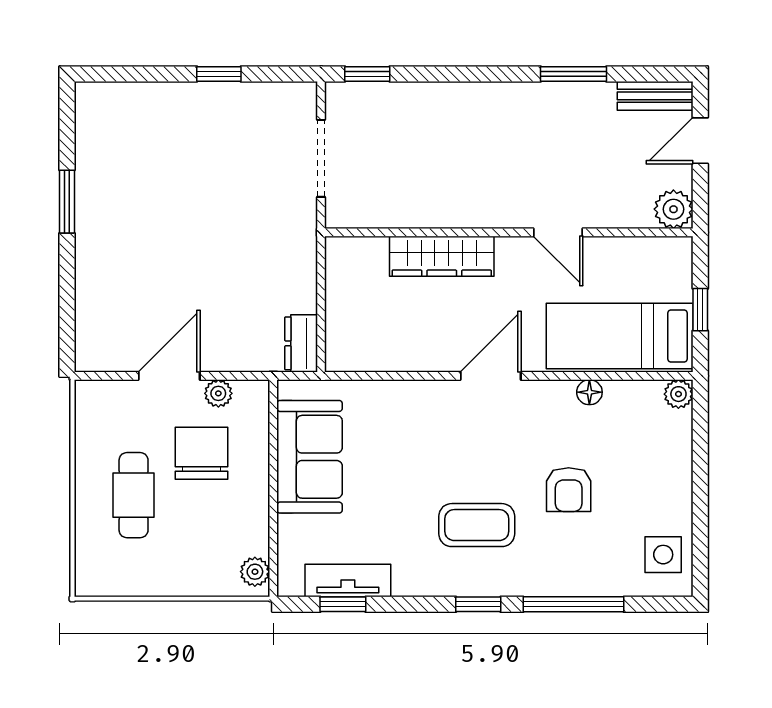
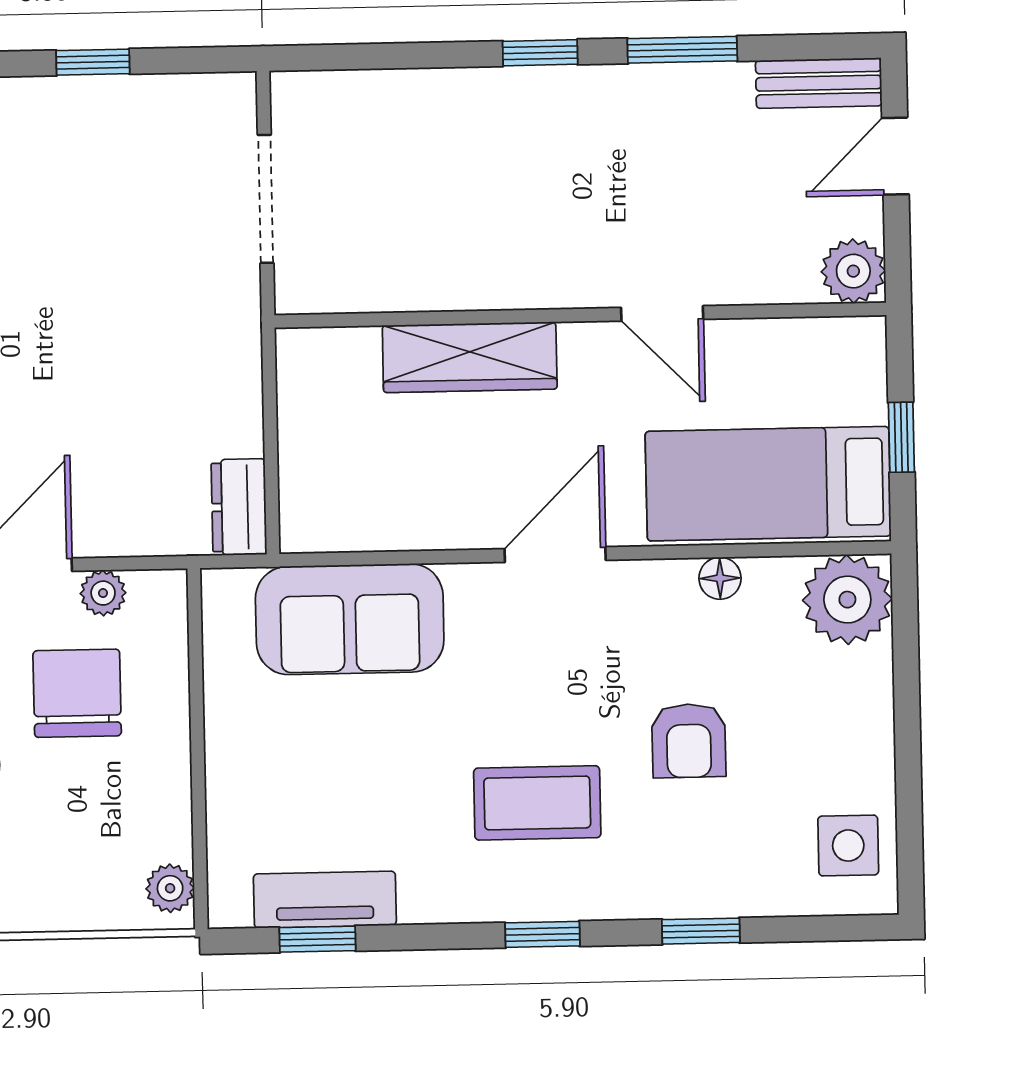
window: (367, 74) -> (540, 53), moved
plant: (678, 394) -> (847, 600), width x1.88, depth x1.88
sofa: (310, 457) -> (350, 619), moved, turned 90
window: (574, 604) -> (701, 931), width x0.46

